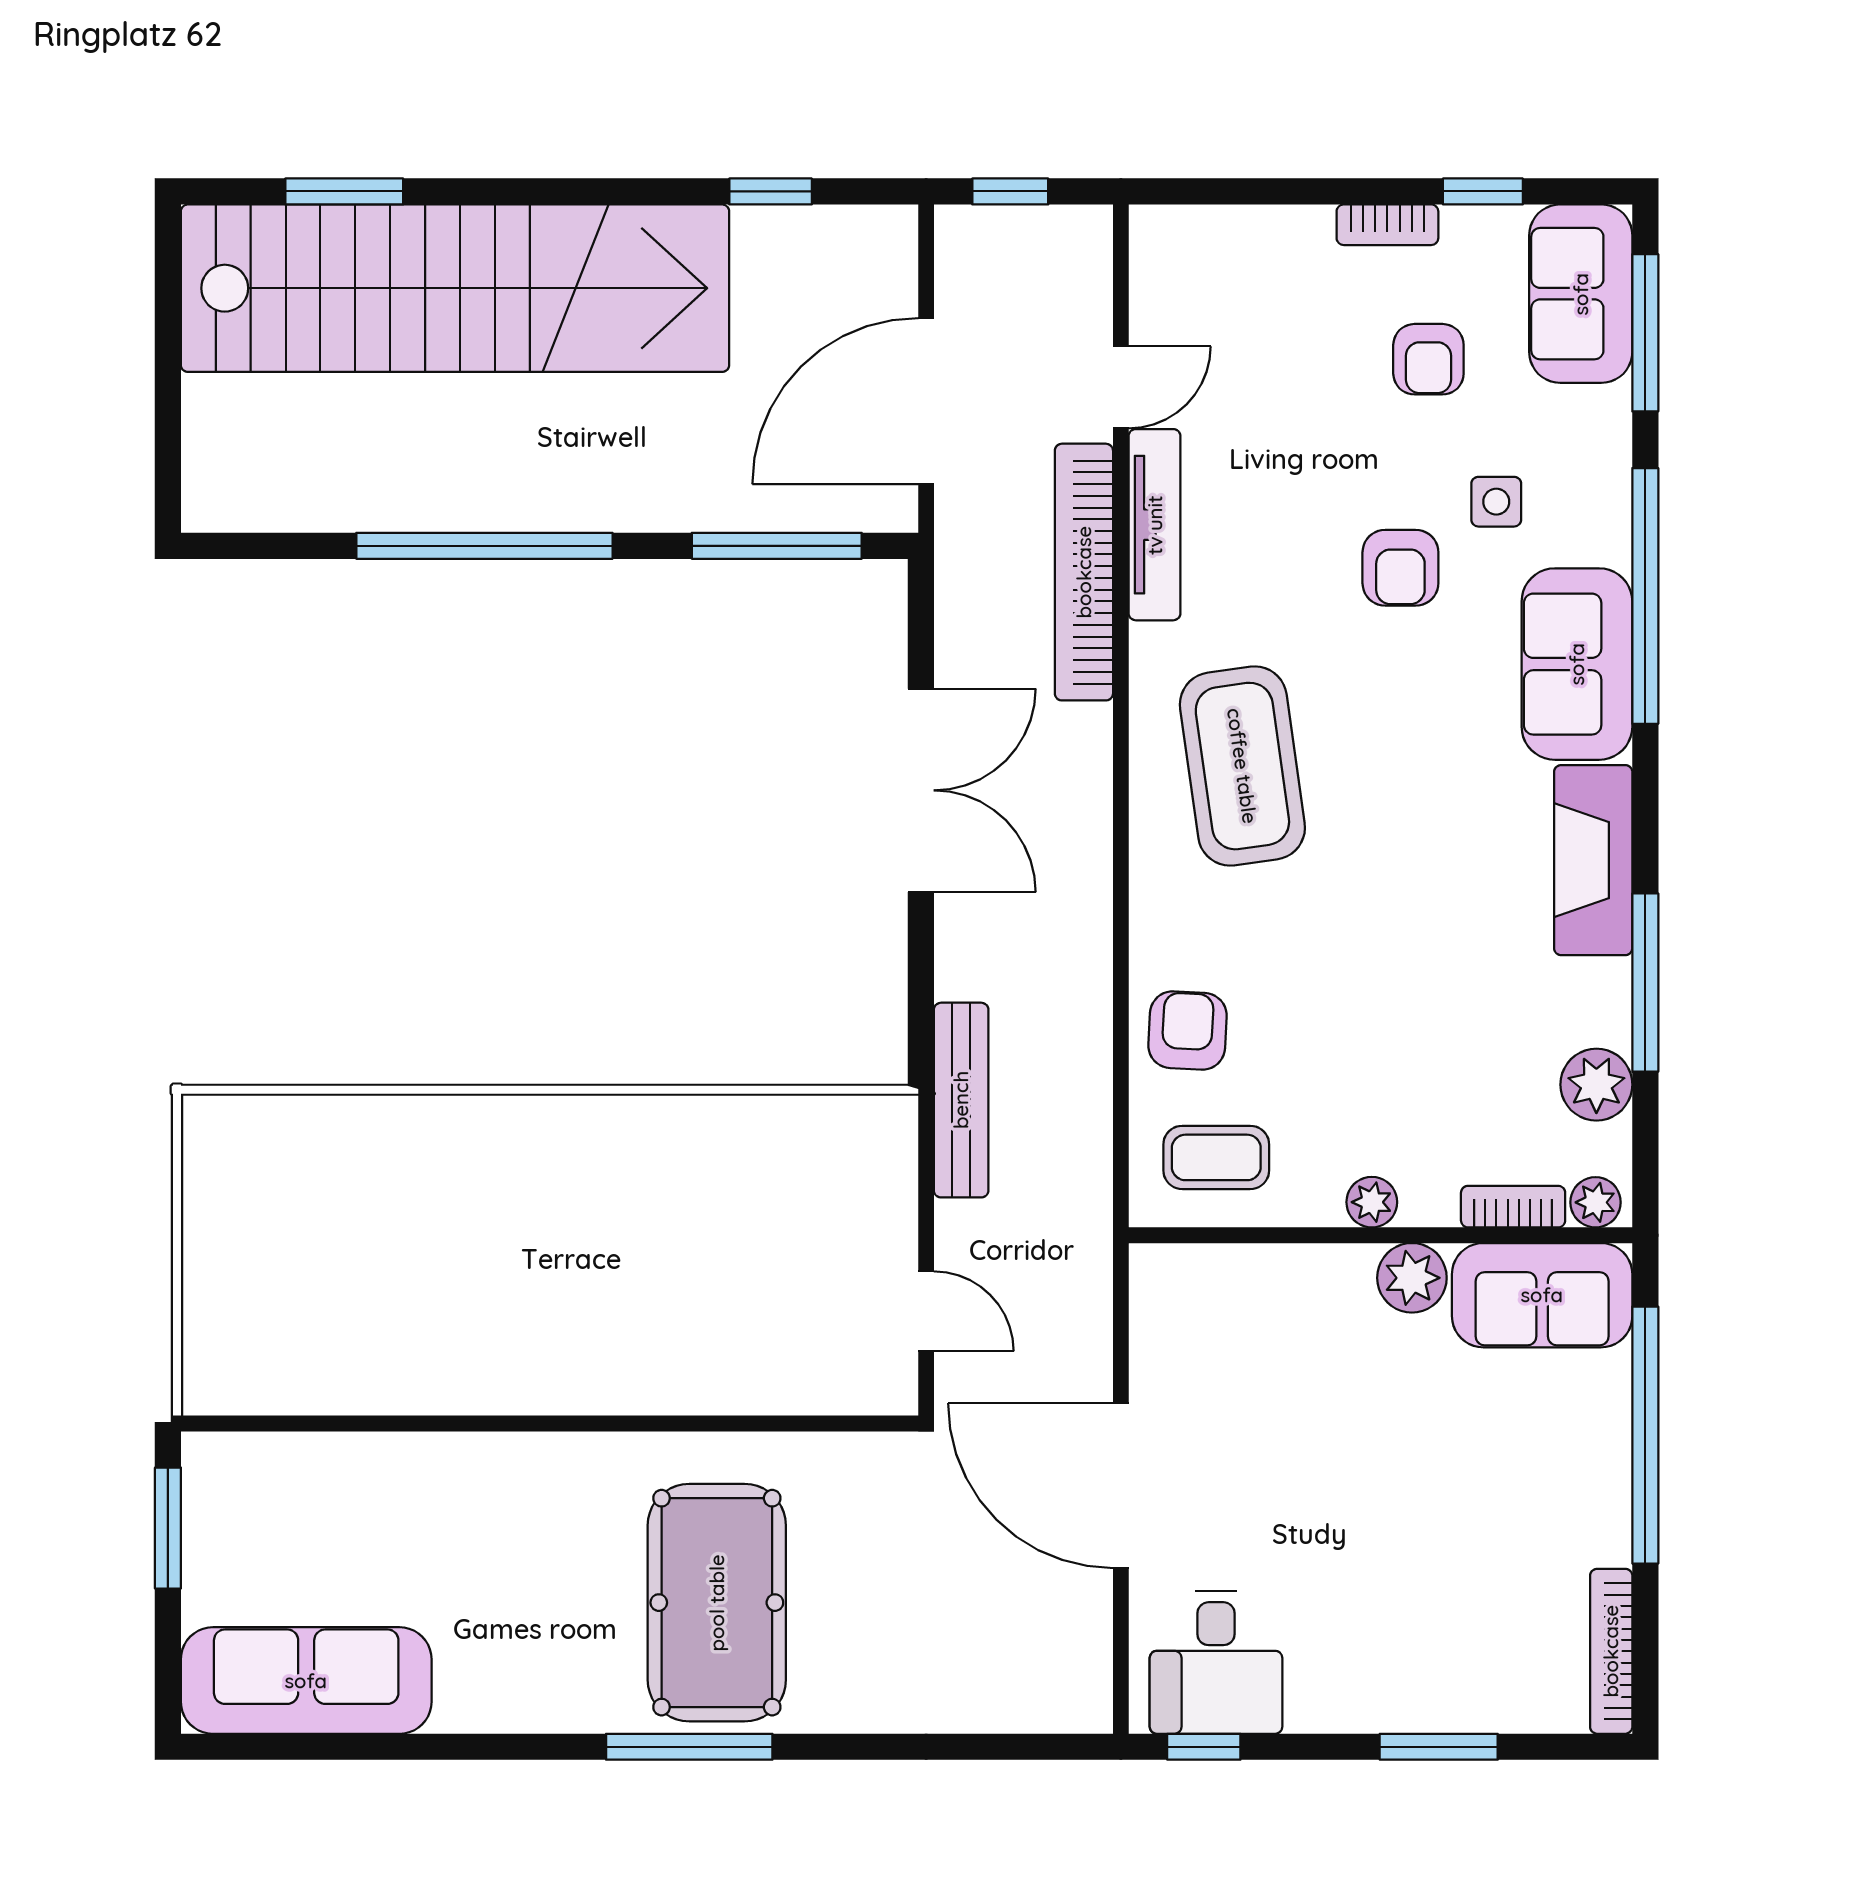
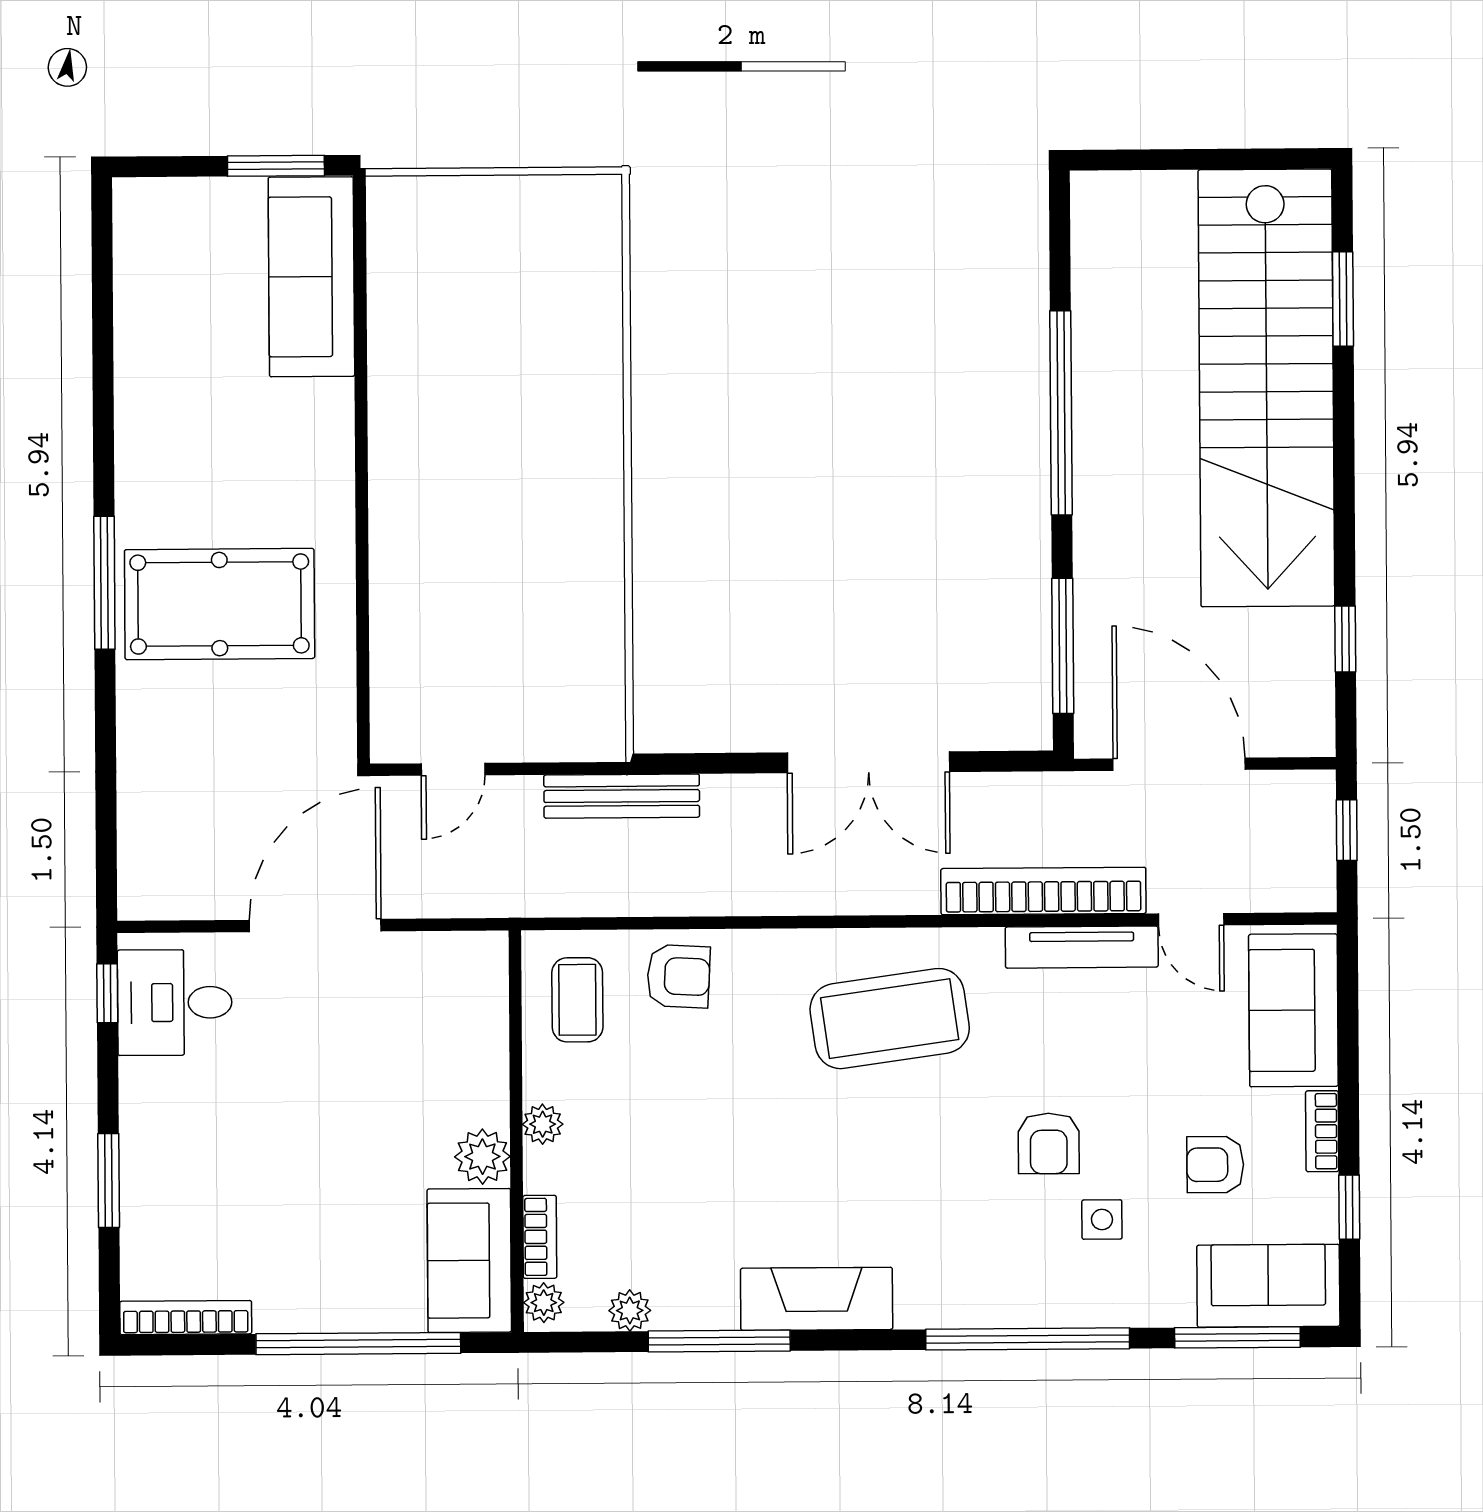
armchair: (1400, 568) -> (1049, 1143), turned -90
sofa: (1577, 664) -> (1293, 1010), moved, turned -90
plant: (1596, 1085) -> (630, 1310), width x0.73, depth x0.73
sofa: (306, 1681) -> (311, 277), moved, turned 180

